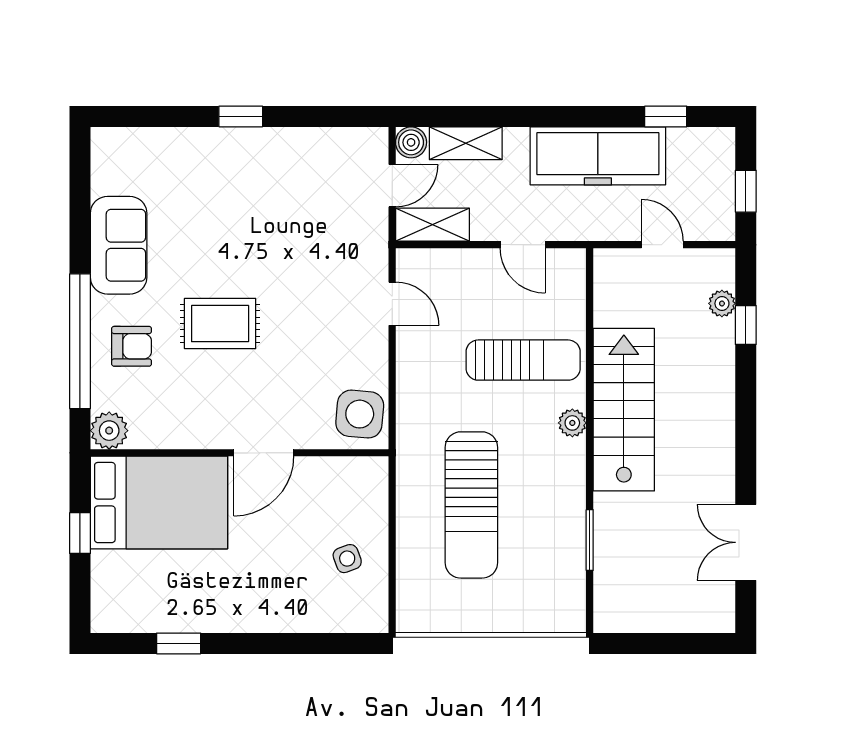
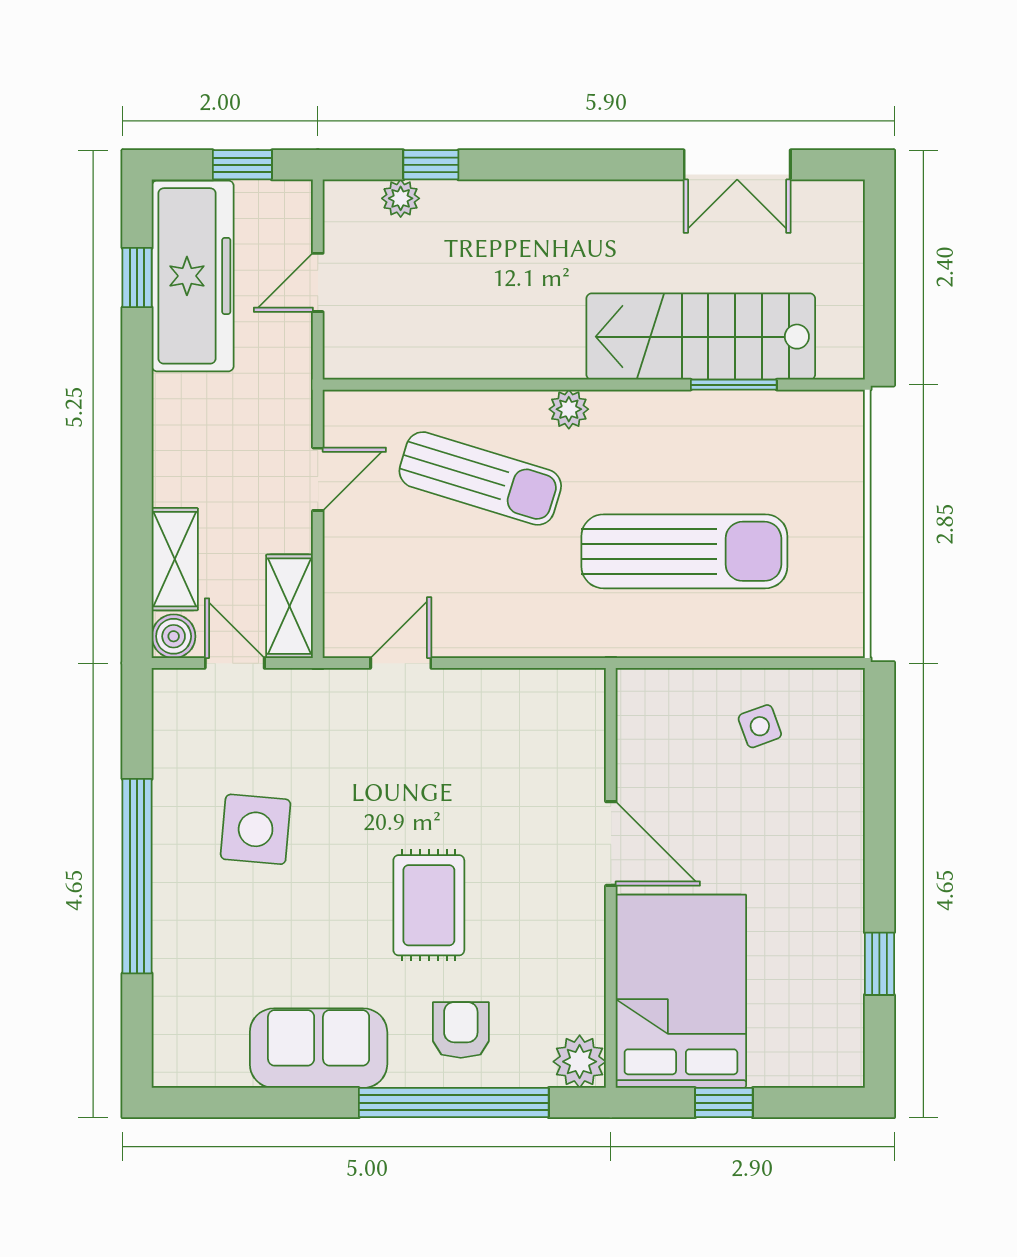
window: (241, 116) -> (137, 876), width x3.17
freezer: (598, 156) -> (193, 276), moved
sun lounger: (523, 360) -> (480, 478), turned 107
stairs: (624, 410) -> (701, 337), moved
side table: (360, 414) -> (256, 829), moved

